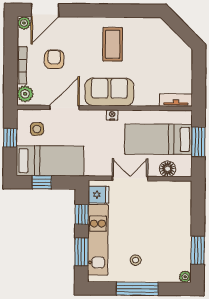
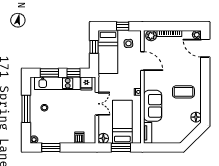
floor lamp: (152, 25) -> (196, 117), added
armchair: (54, 59) -> (173, 54), removed
sofa: (109, 92) -> (153, 106), moved
floor lamp: (168, 169) -> (103, 138), moved
dishwasher: (183, 206) -> (79, 138), added

